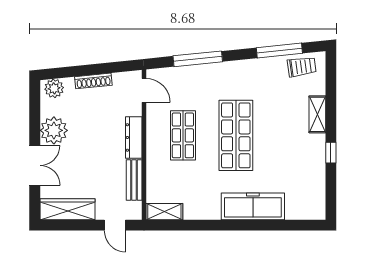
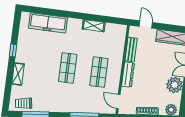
shop shelf: (236, 135) -> (68, 68), width x0.70, depth x0.74
freezer: (253, 206) -> (48, 23), moved
shelving: (164, 212) -> (94, 26), moved

